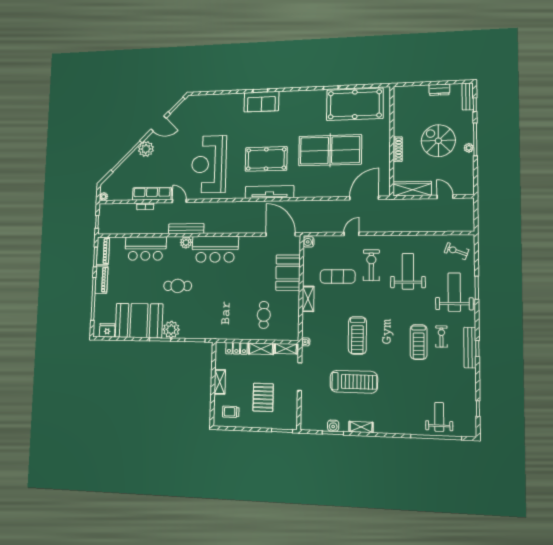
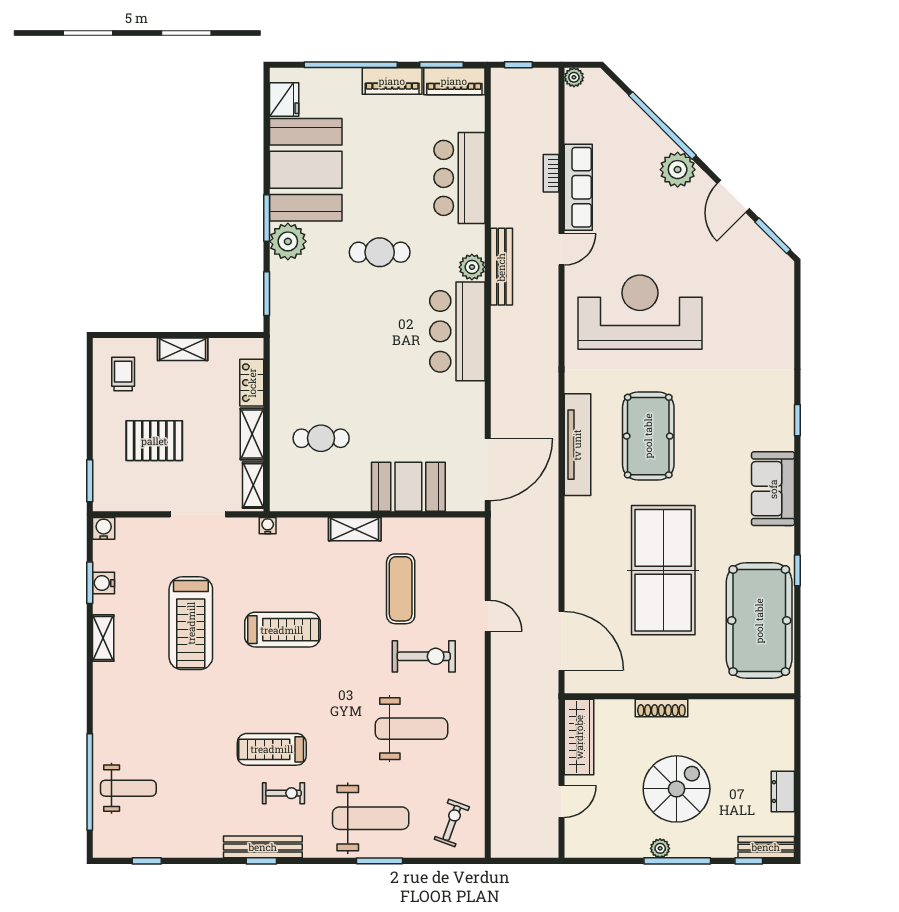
sofa: (261, 102) -> (773, 489), moved
water cooler: (309, 242) -> (104, 528), moved
cafe table: (178, 286) -> (380, 252), turned 90
treadmill: (357, 335) -> (282, 630), turned 180

